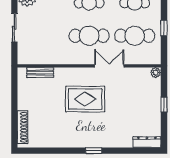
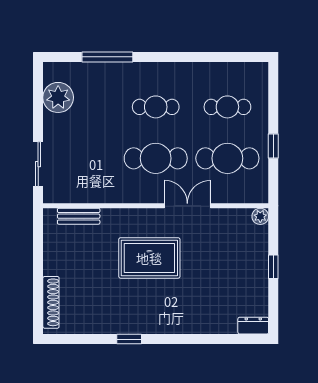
sliding door: (14, 28) -> (38, 164), moved
dresser: (147, 142) -> (253, 326), width x0.70
window: (94, 151) -> (129, 339), moved

